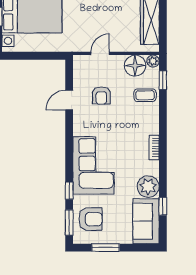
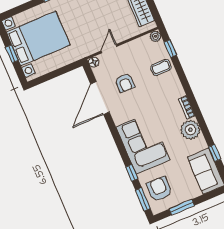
floor lamp: (135, 66) -> (94, 62), moved, width x0.53, depth x0.53
door: (69, 100) -> (100, 98), width x1.88
plant: (148, 187) -> (190, 130), moved
armchair: (91, 219) -> (159, 189), turned -90

